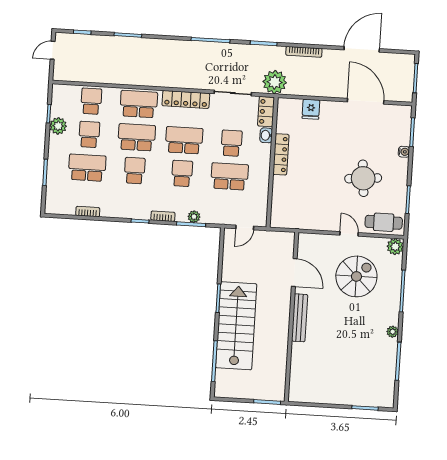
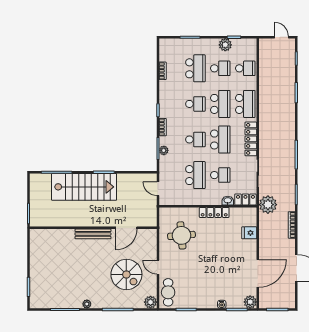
plant: (403, 114) -> (250, 302), added
round table: (363, 178) -> (181, 235), moved
door: (349, 234) -> (158, 267), swing flipped

